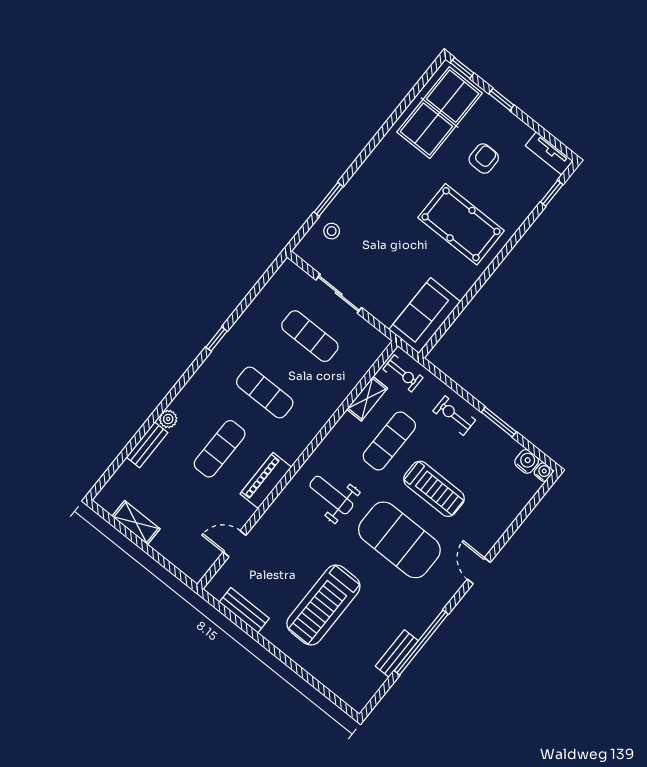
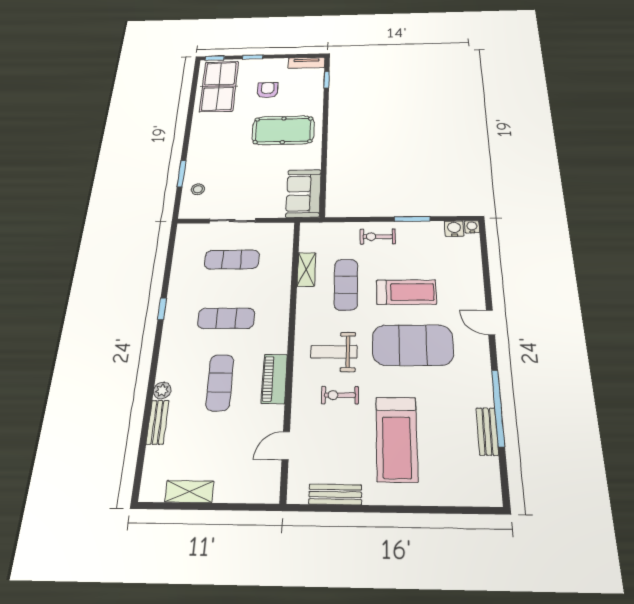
exercise bike: (403, 373) -> (340, 395), moved, turned 180

